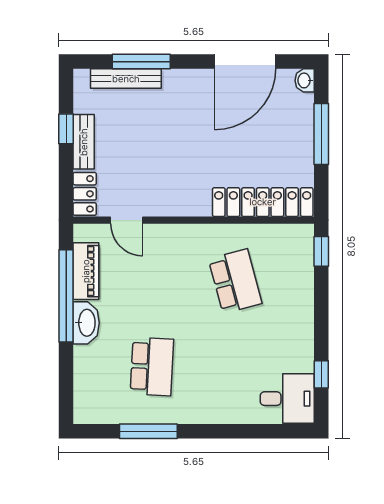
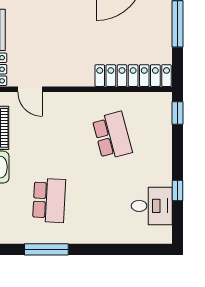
window: (321, 374) -> (177, 190), moved
desk: (287, 399) -> (152, 206), moved

